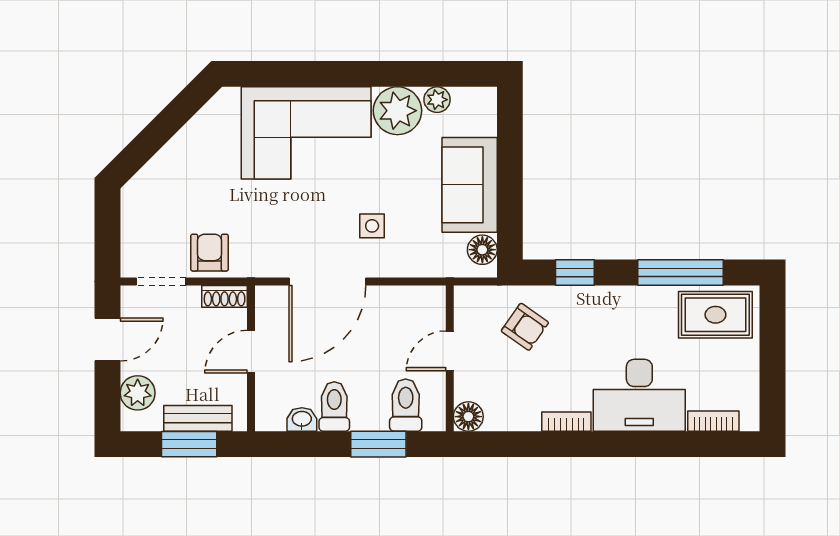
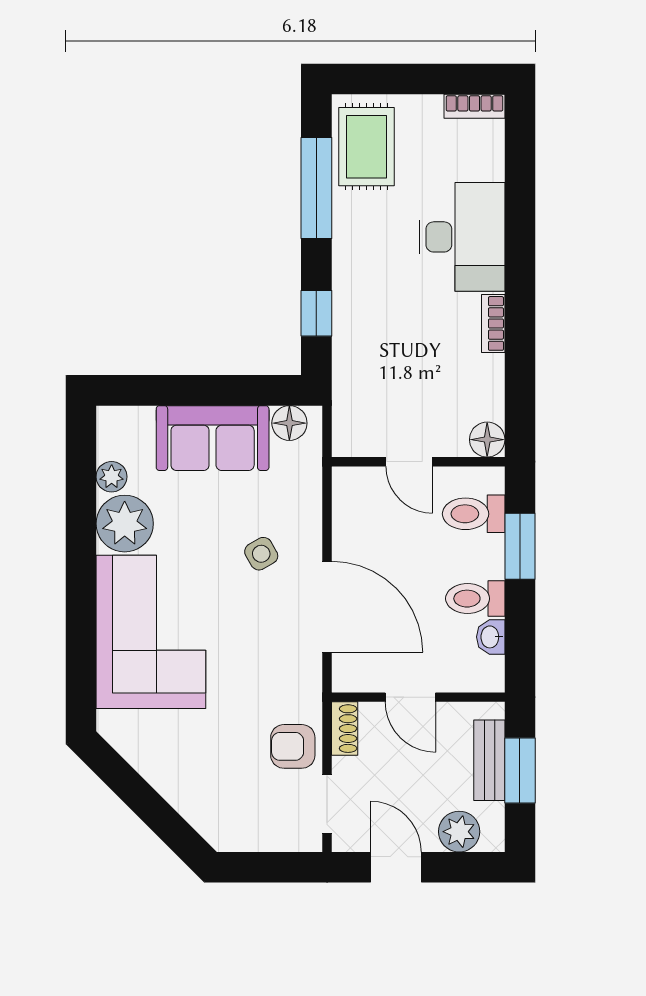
side table: (372, 226) -> (261, 554), turned -30
armchair: (525, 327) -> (381, 373), removed
bookcase: (713, 421) -> (474, 106), moved, turned -90

